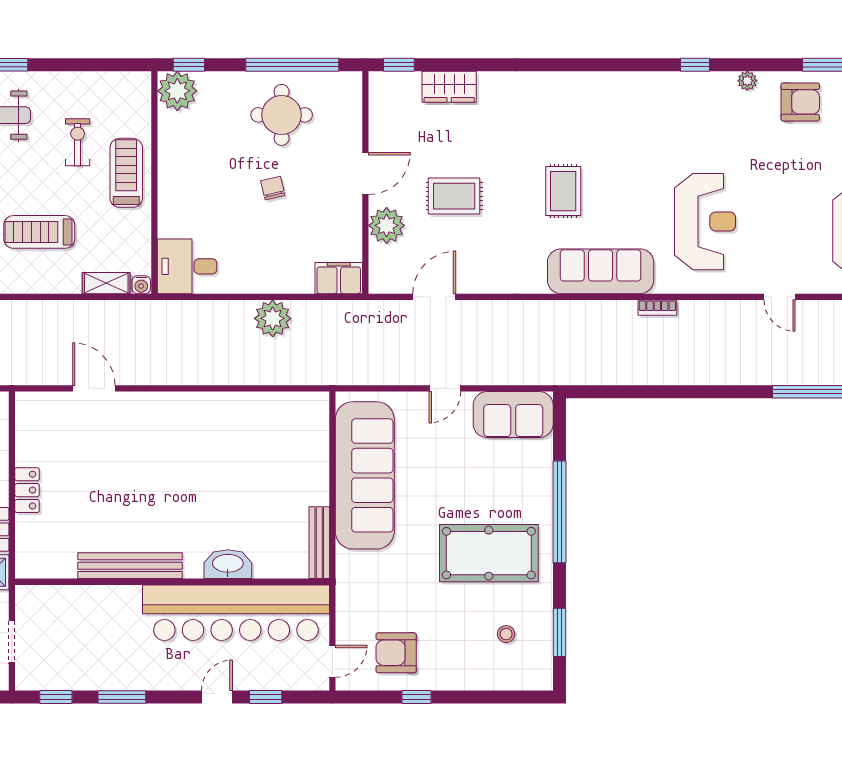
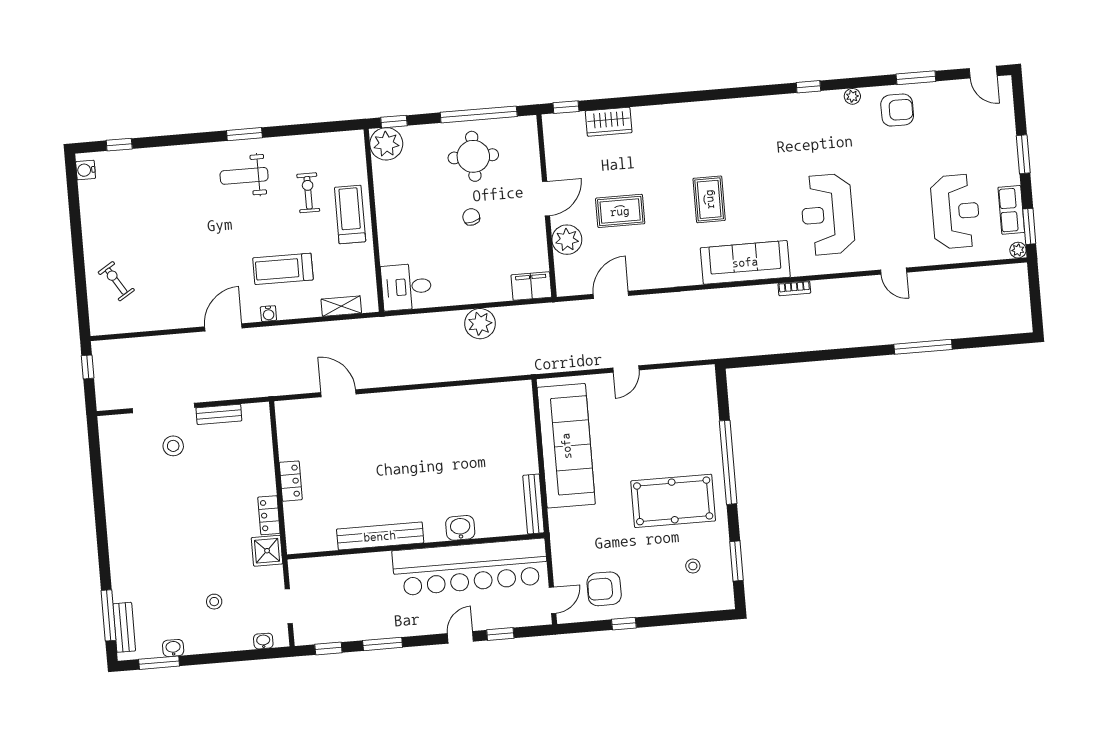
reception desk: (705, 222) -> (827, 215), turned 180
water cooler: (141, 285) -> (268, 314), moved
sofa: (513, 415) -> (684, 386), removed
washbasin: (228, 564) -> (460, 528), width x0.72

